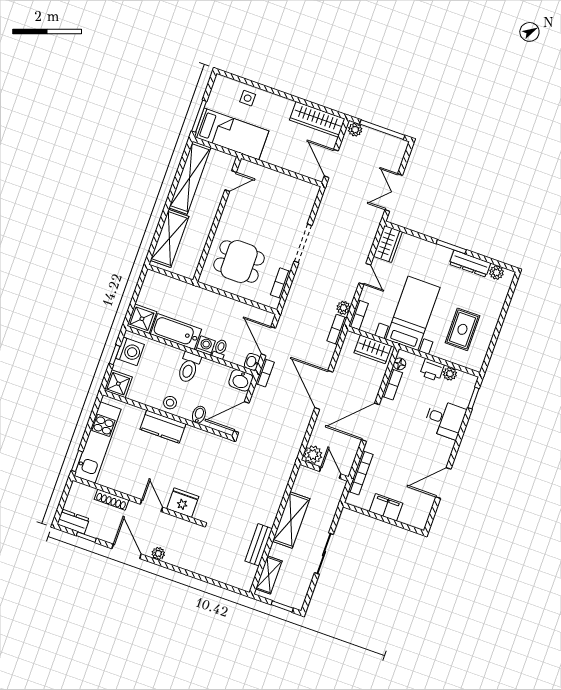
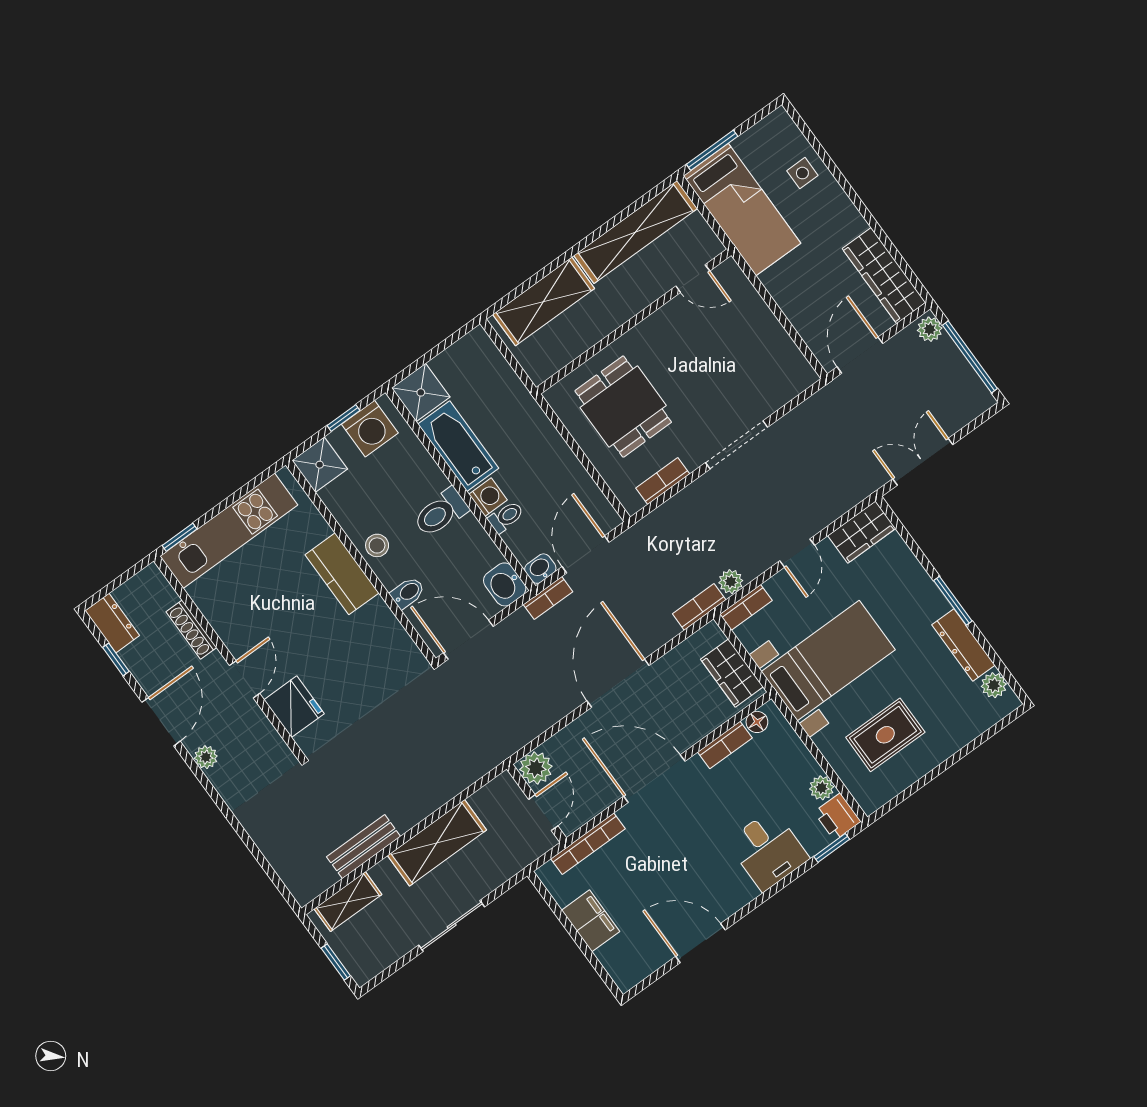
printer: (432, 370) -> (837, 817), moved

